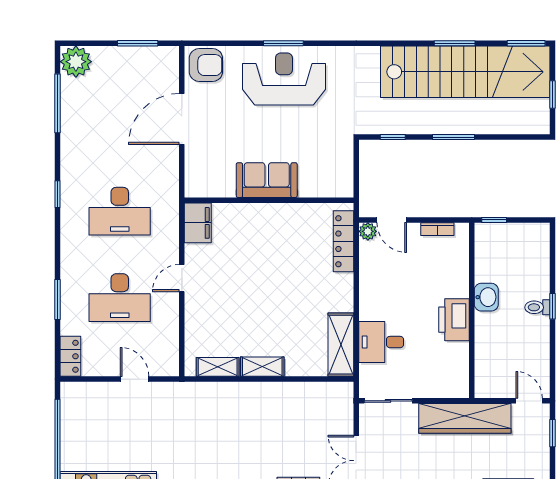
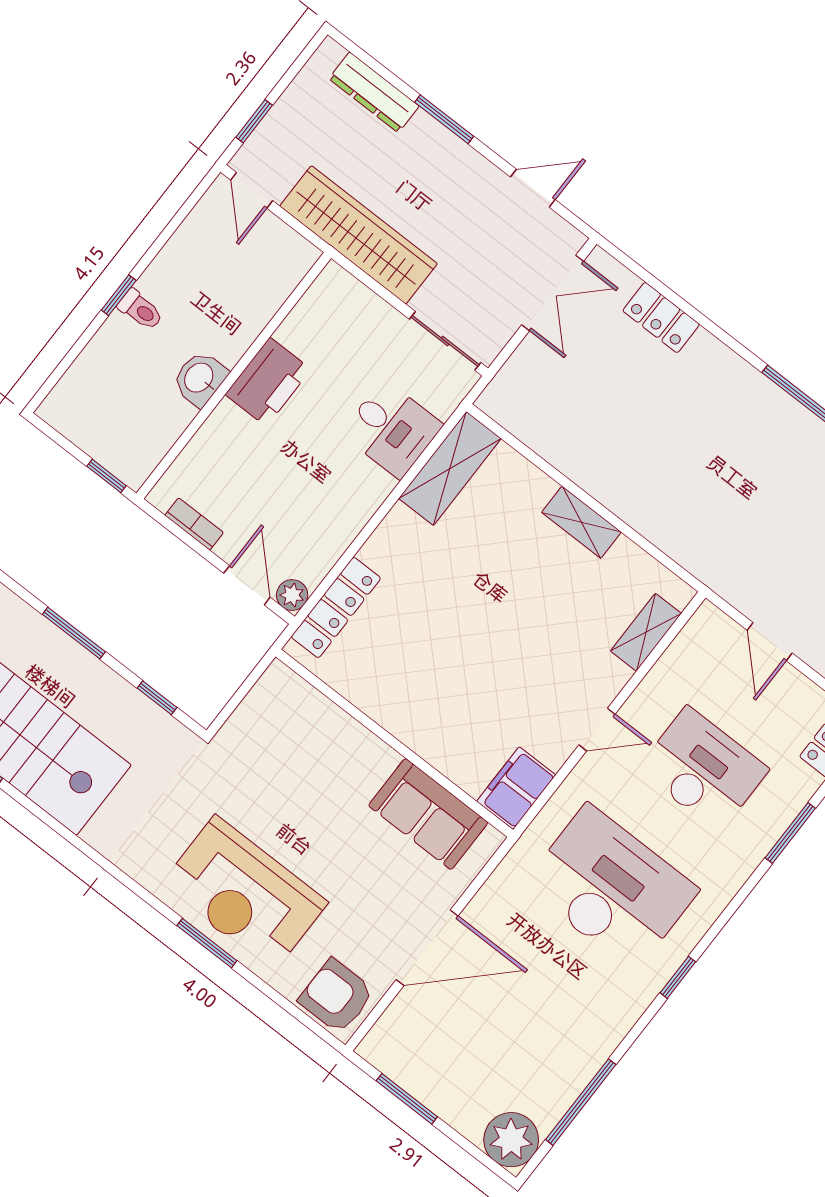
sofa: (267, 180) -> (428, 814), moved
desk: (120, 211) -> (611, 888), width x1.36, depth x1.30
shelving: (218, 367) -> (646, 632), moved, turned 90

